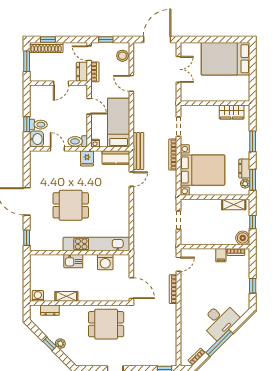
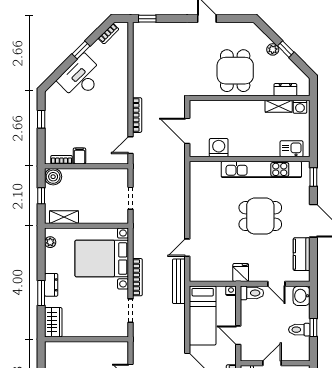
wardrobe: (232, 112) -> (53, 322), moved, turned 90
window: (27, 124) -> (313, 327), moved
toilet: (38, 125) -> (299, 330), moved
kitchen counter: (116, 158) -> (302, 254), moved, turned -90
dresser: (244, 168) -> (51, 285), moved
window: (253, 180) -> (41, 247), removed
kitchen unit: (96, 244) -> (261, 169), moved
kitchen sink: (73, 261) -> (292, 149), moved
door: (131, 288) -> (187, 131), moved
shelving: (66, 296) -> (279, 106), moved
dining table: (106, 324) -> (235, 71), moved, turned 90
window: (220, 343) -> (81, 50), width x0.46

